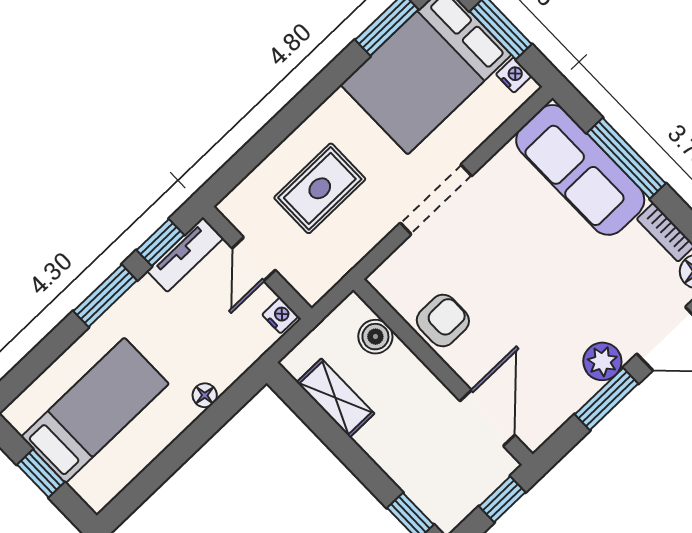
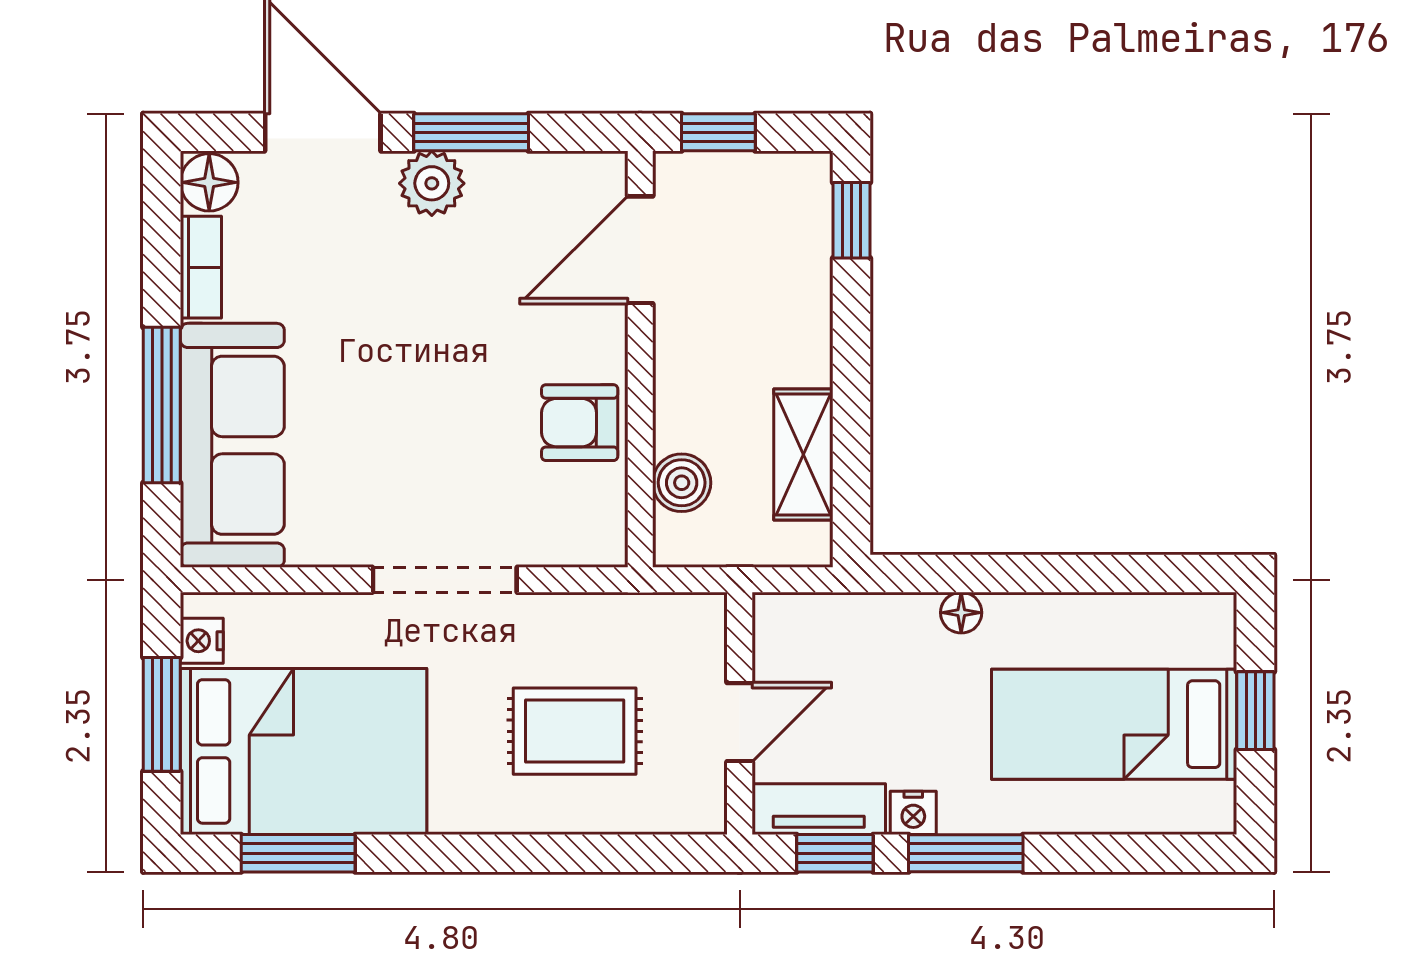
nightstand: (280, 315) -> (913, 813), moved, turned -90

